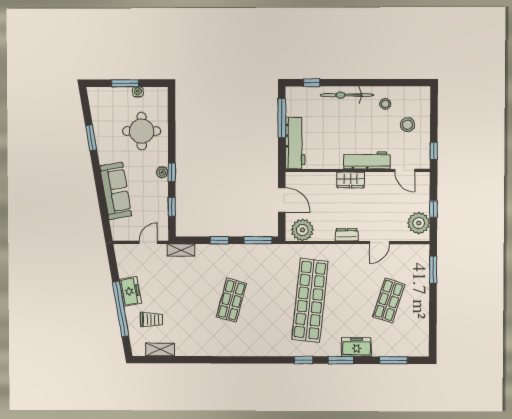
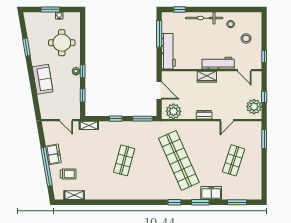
sofa: (116, 191) -> (43, 79), width x0.73
door: (148, 242) -> (66, 120), swing flipped
shop shelf: (310, 300) -> (179, 160), turned -30

